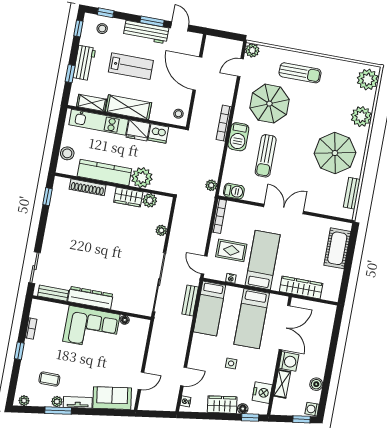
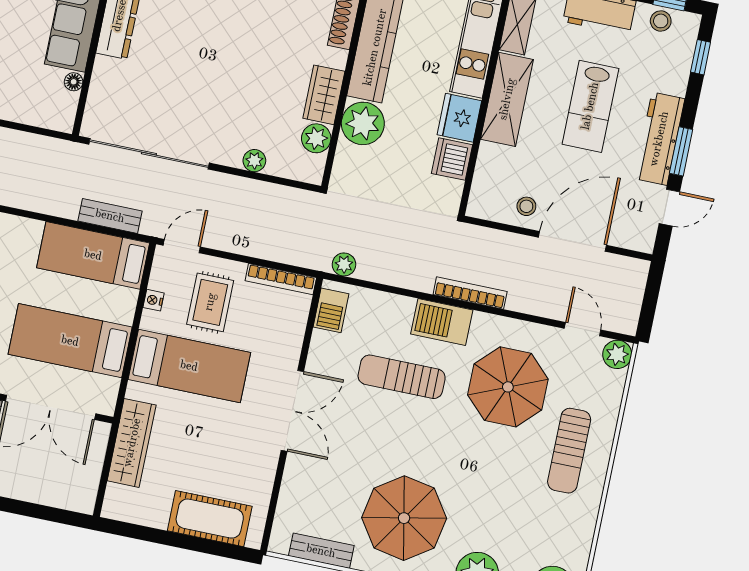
stool: (102, 29) -> (661, 21), moved
stool: (178, 114) -> (526, 206), moved

